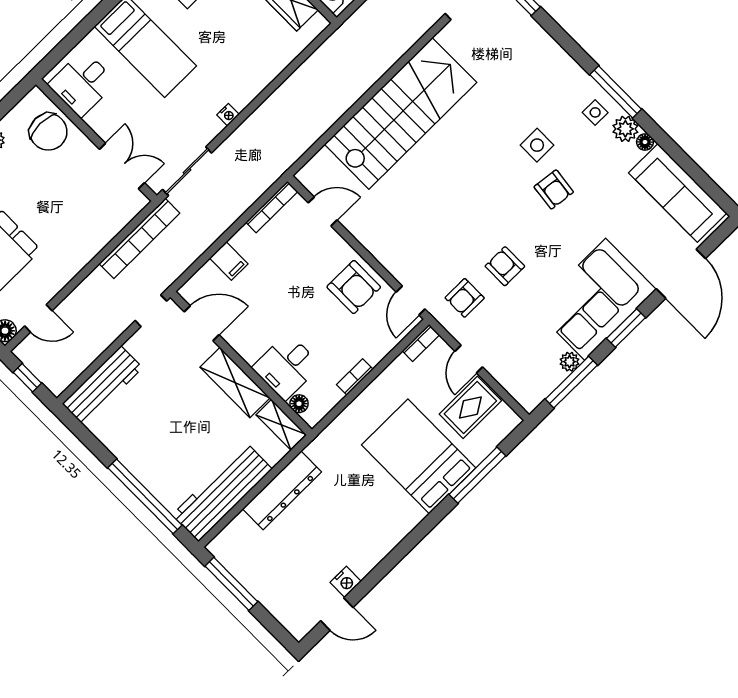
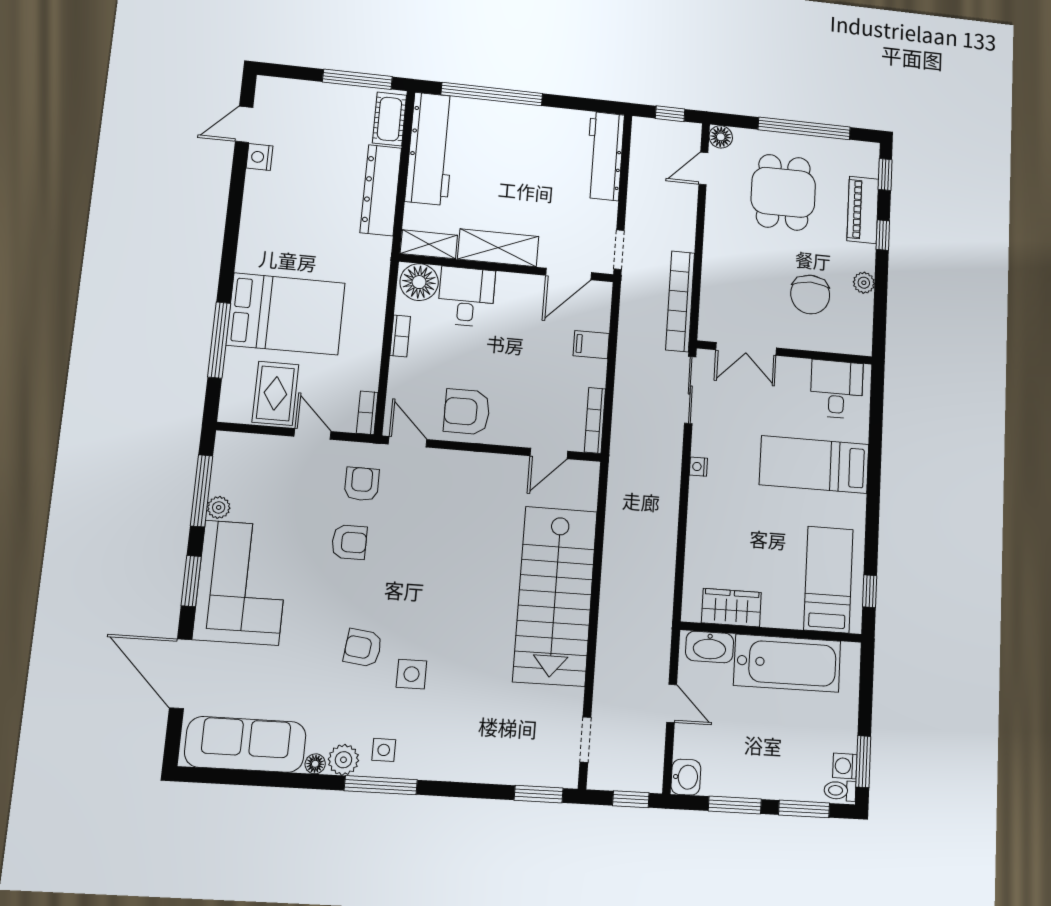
chair: (48, 132) -> (810, 294), moved, turned -90
floor lamp: (299, 404) -> (419, 282), width x1.89, depth x1.89
cot: (233, 537) -> (389, 119), added

